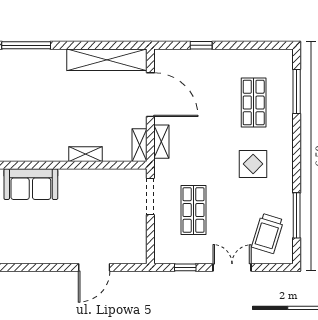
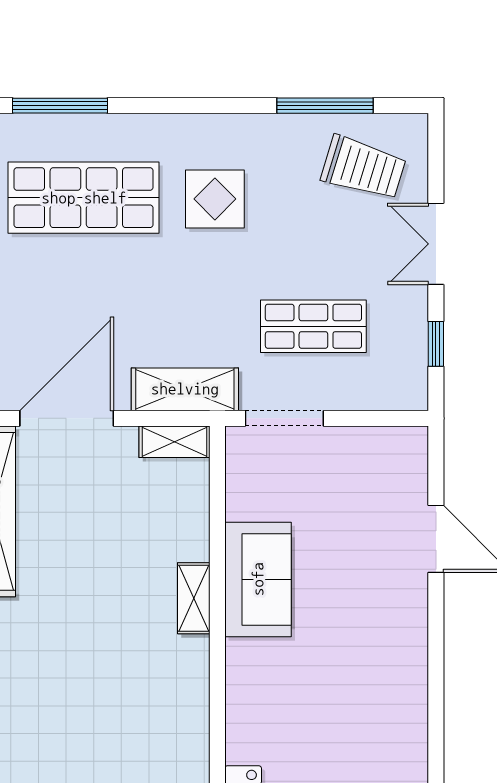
shop shelf: (254, 103) -> (84, 198), width x1.43, depth x1.36
shelving: (161, 142) -> (185, 389), width x1.50, depth x1.33
shelving: (85, 154) -> (194, 598), moved
sofa: (31, 184) -> (258, 579), moved

